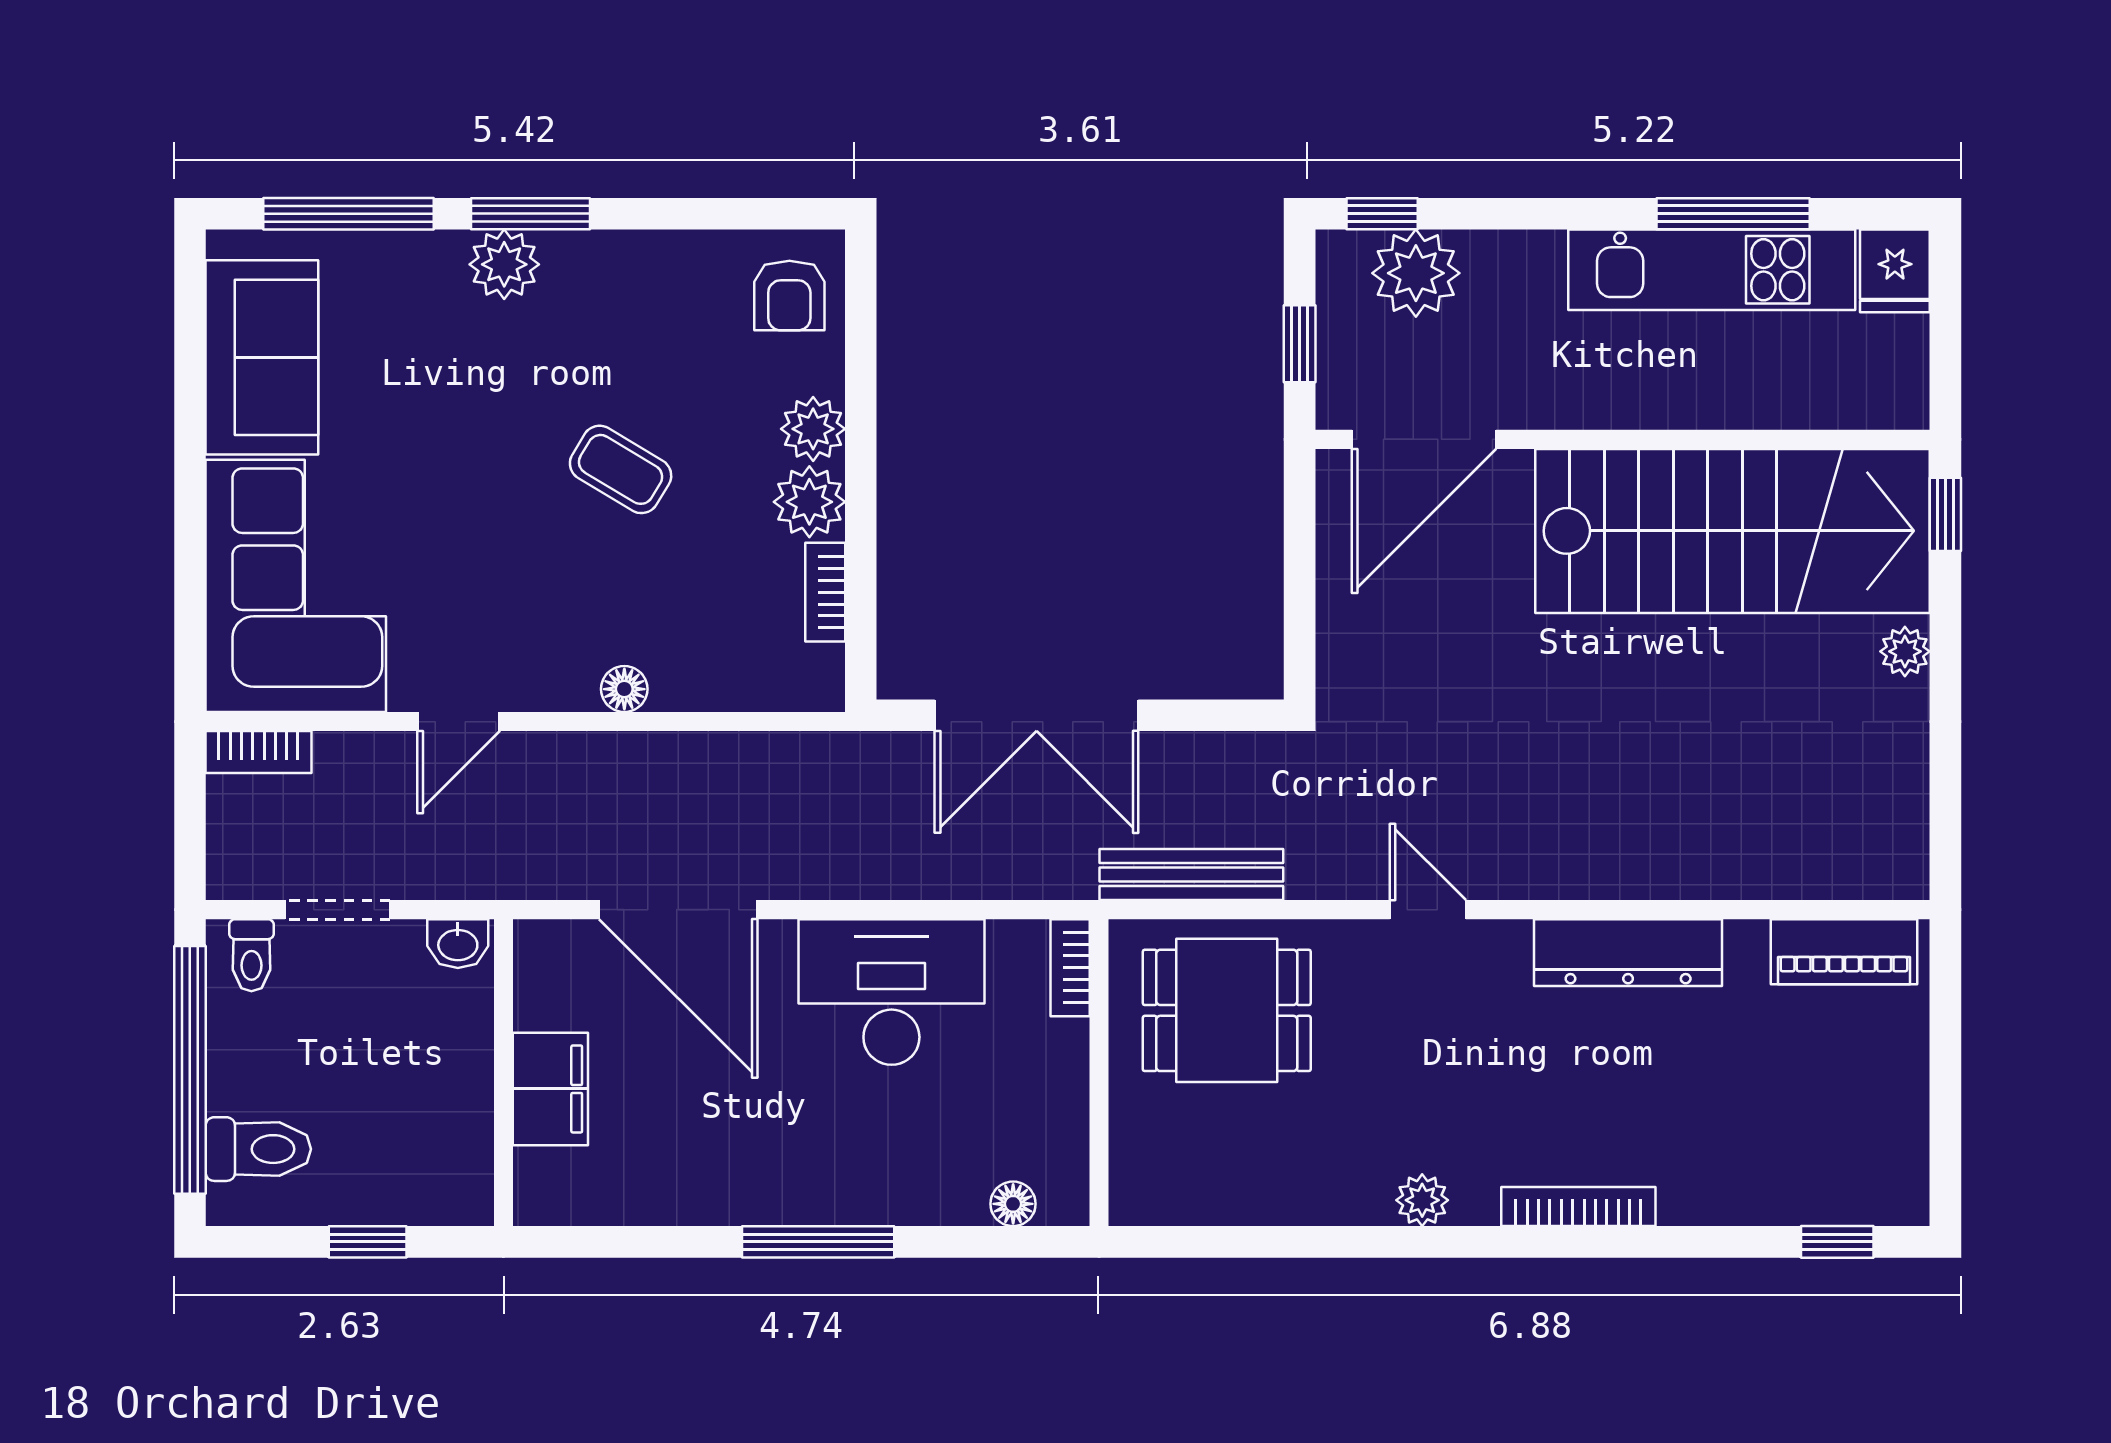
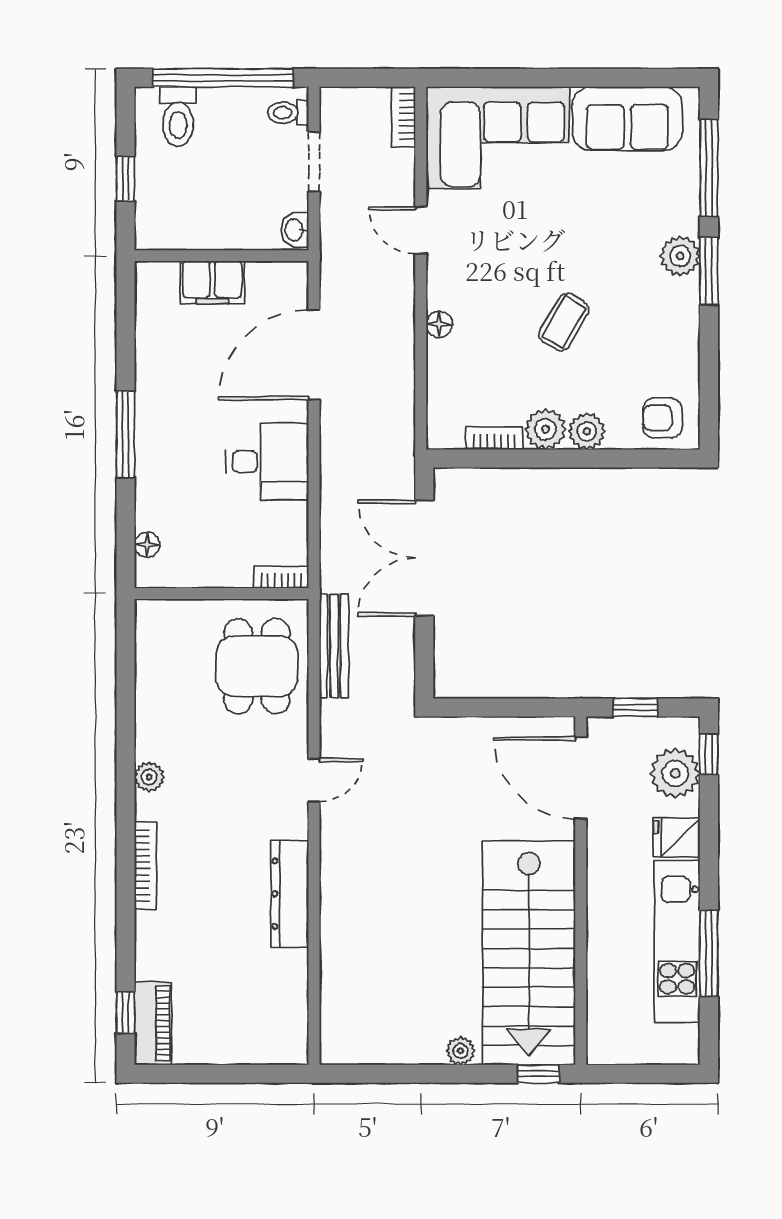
fridge: (1895, 271) -> (676, 837), moved
piano: (1844, 952) -> (153, 1023), moved, turned 180
desk: (891, 992) -> (267, 462), width x0.73

